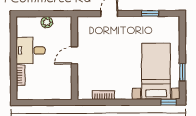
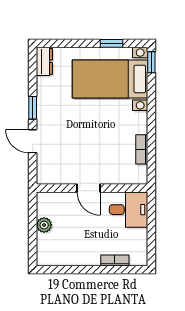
window: (150, 13) -> (33, 108), moved
dresser: (169, 22) -> (44, 61), added
desk: (31, 50) -> (129, 210), moved, turned -90

